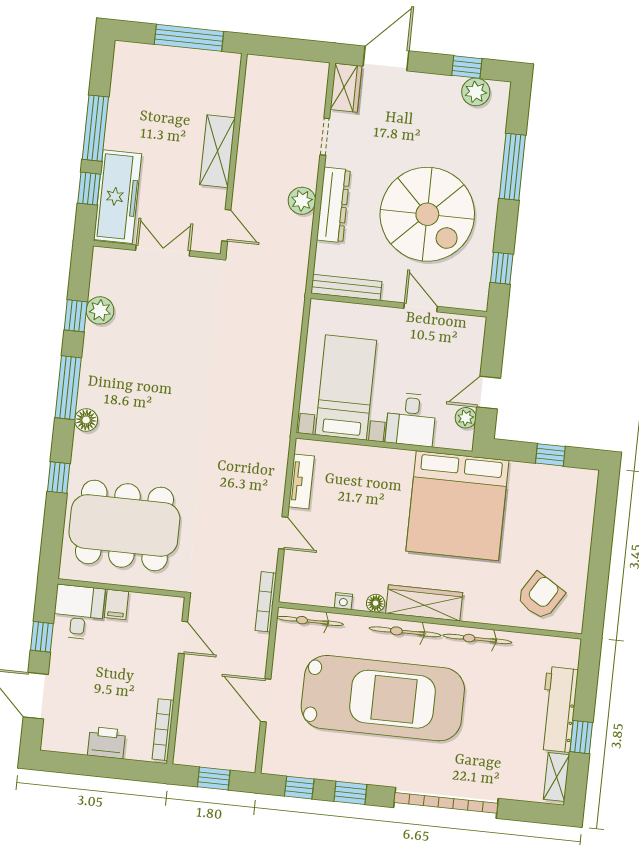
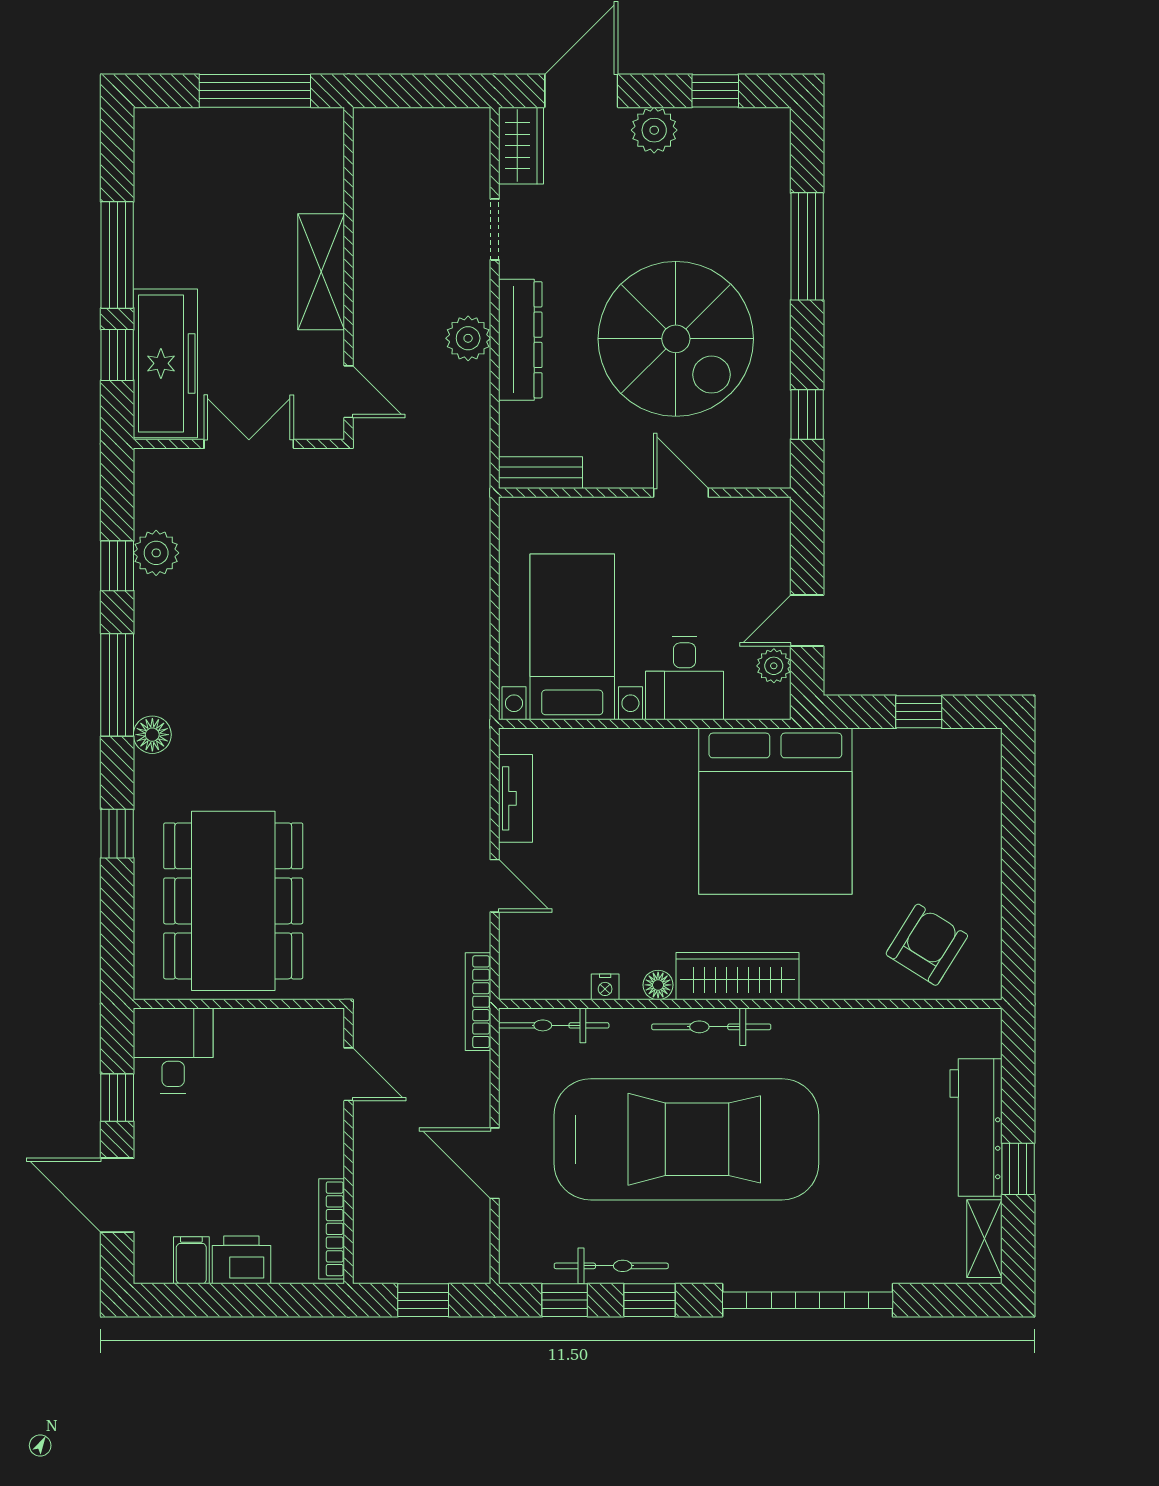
plant: (476, 92) -> (654, 130), moved
bench: (346, 287) -> (541, 473), width x0.73
dining table: (124, 525) -> (233, 901), turned 90
filing cabinet: (116, 604) -> (191, 1260), moved, turned 180
bicycle: (477, 639) -> (611, 1266), moved, turned 180

